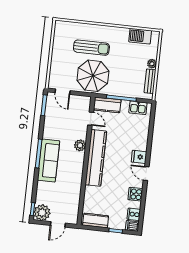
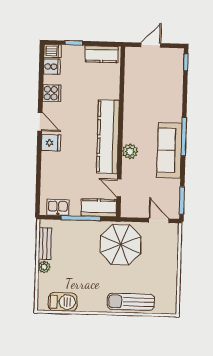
sun lounger: (91, 48) -> (131, 302), moved
sofa: (49, 160) -> (169, 150), moved
plant: (42, 213) -> (173, 59), removed

